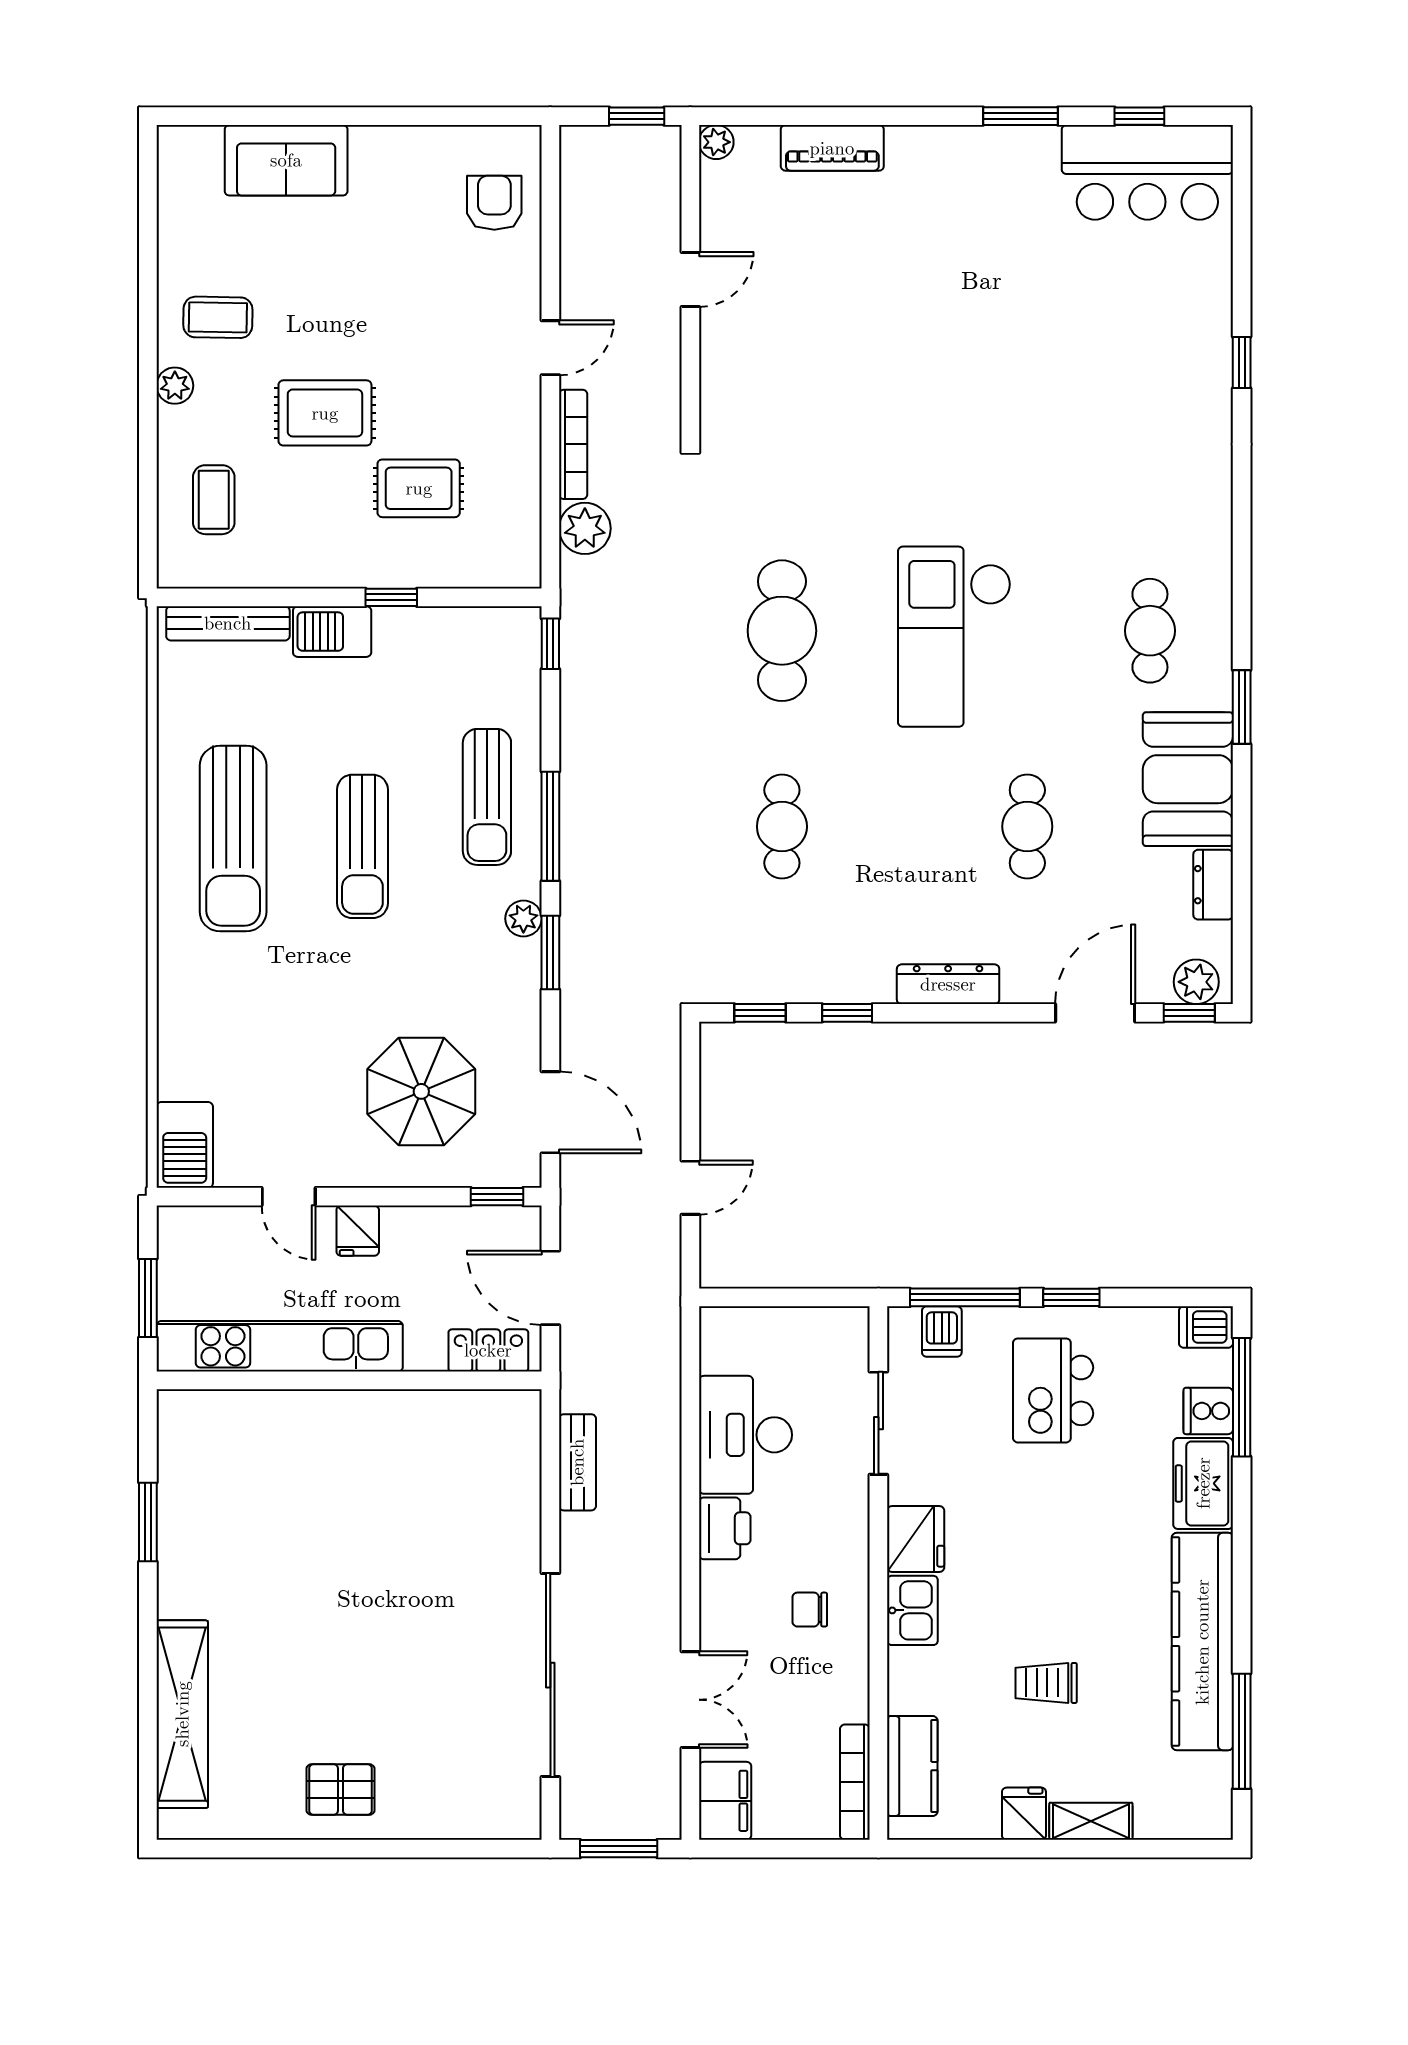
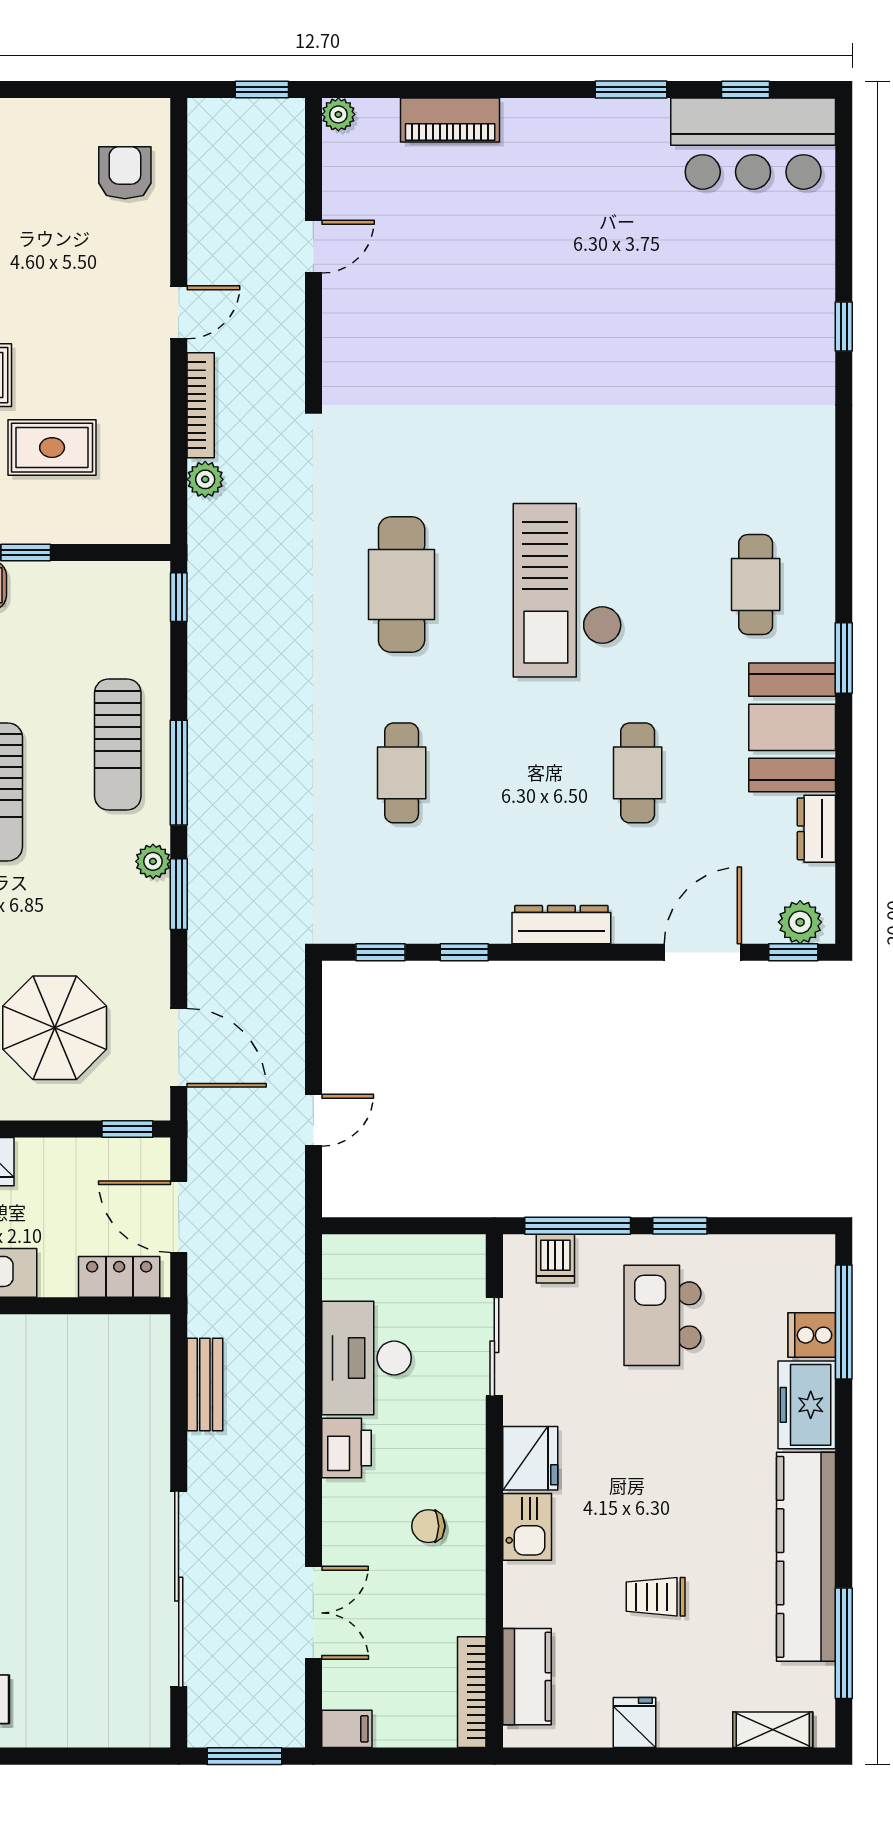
plant: (585, 528) -> (205, 479), width x0.73, depth x0.73
dishwasher: (1206, 1327) -> (809, 1254), removed
filing cabinet: (725, 1801) -> (347, 1729), width x0.50
shelving: (1091, 1821) -> (773, 1730), moved

